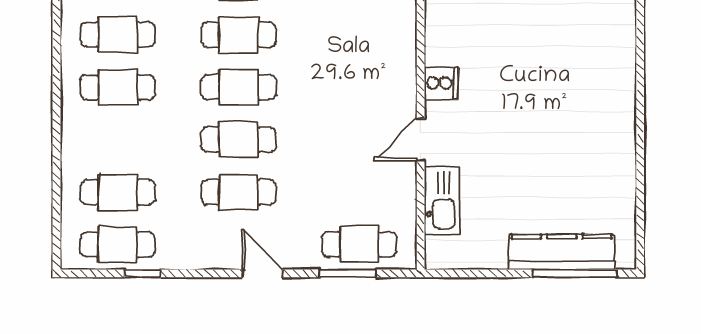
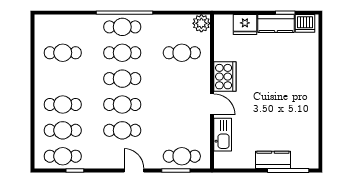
cafe table: (359, 35) -> (182, 53), added
cooker: (441, 83) -> (225, 77), width x1.87, depth x1.31
cafe table: (118, 87) -> (63, 104), moved
door: (421, 139) -> (212, 104), swing flipped
kitchen counter: (562, 252) -> (273, 160), width x0.67

